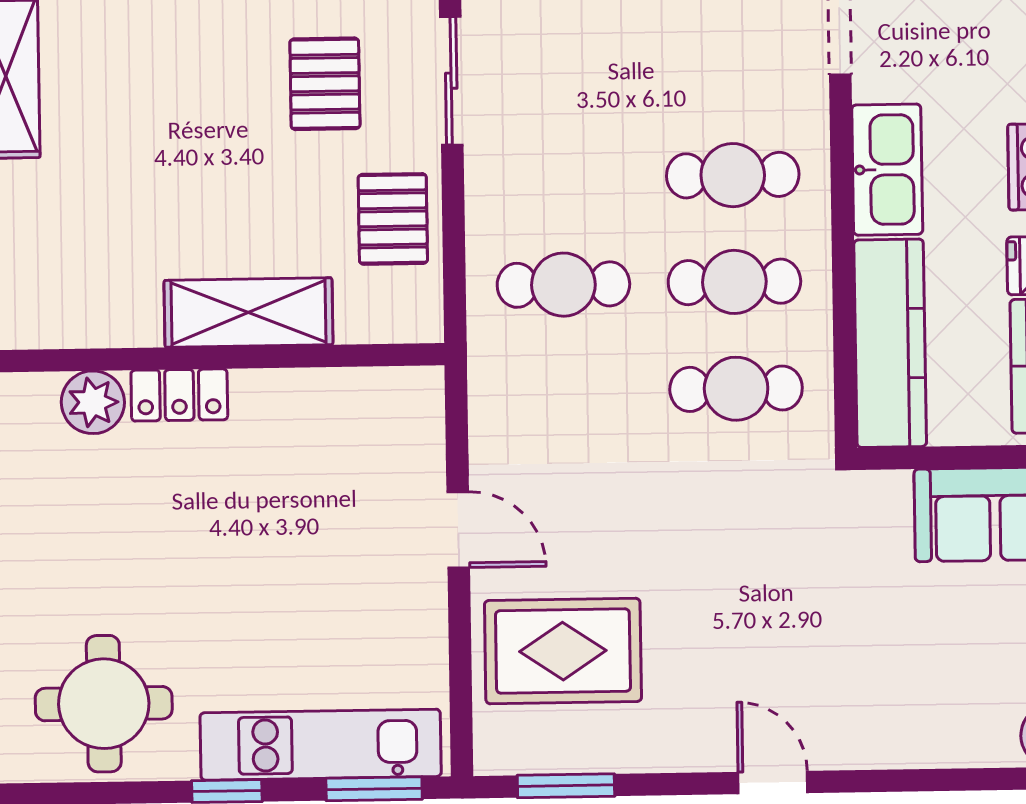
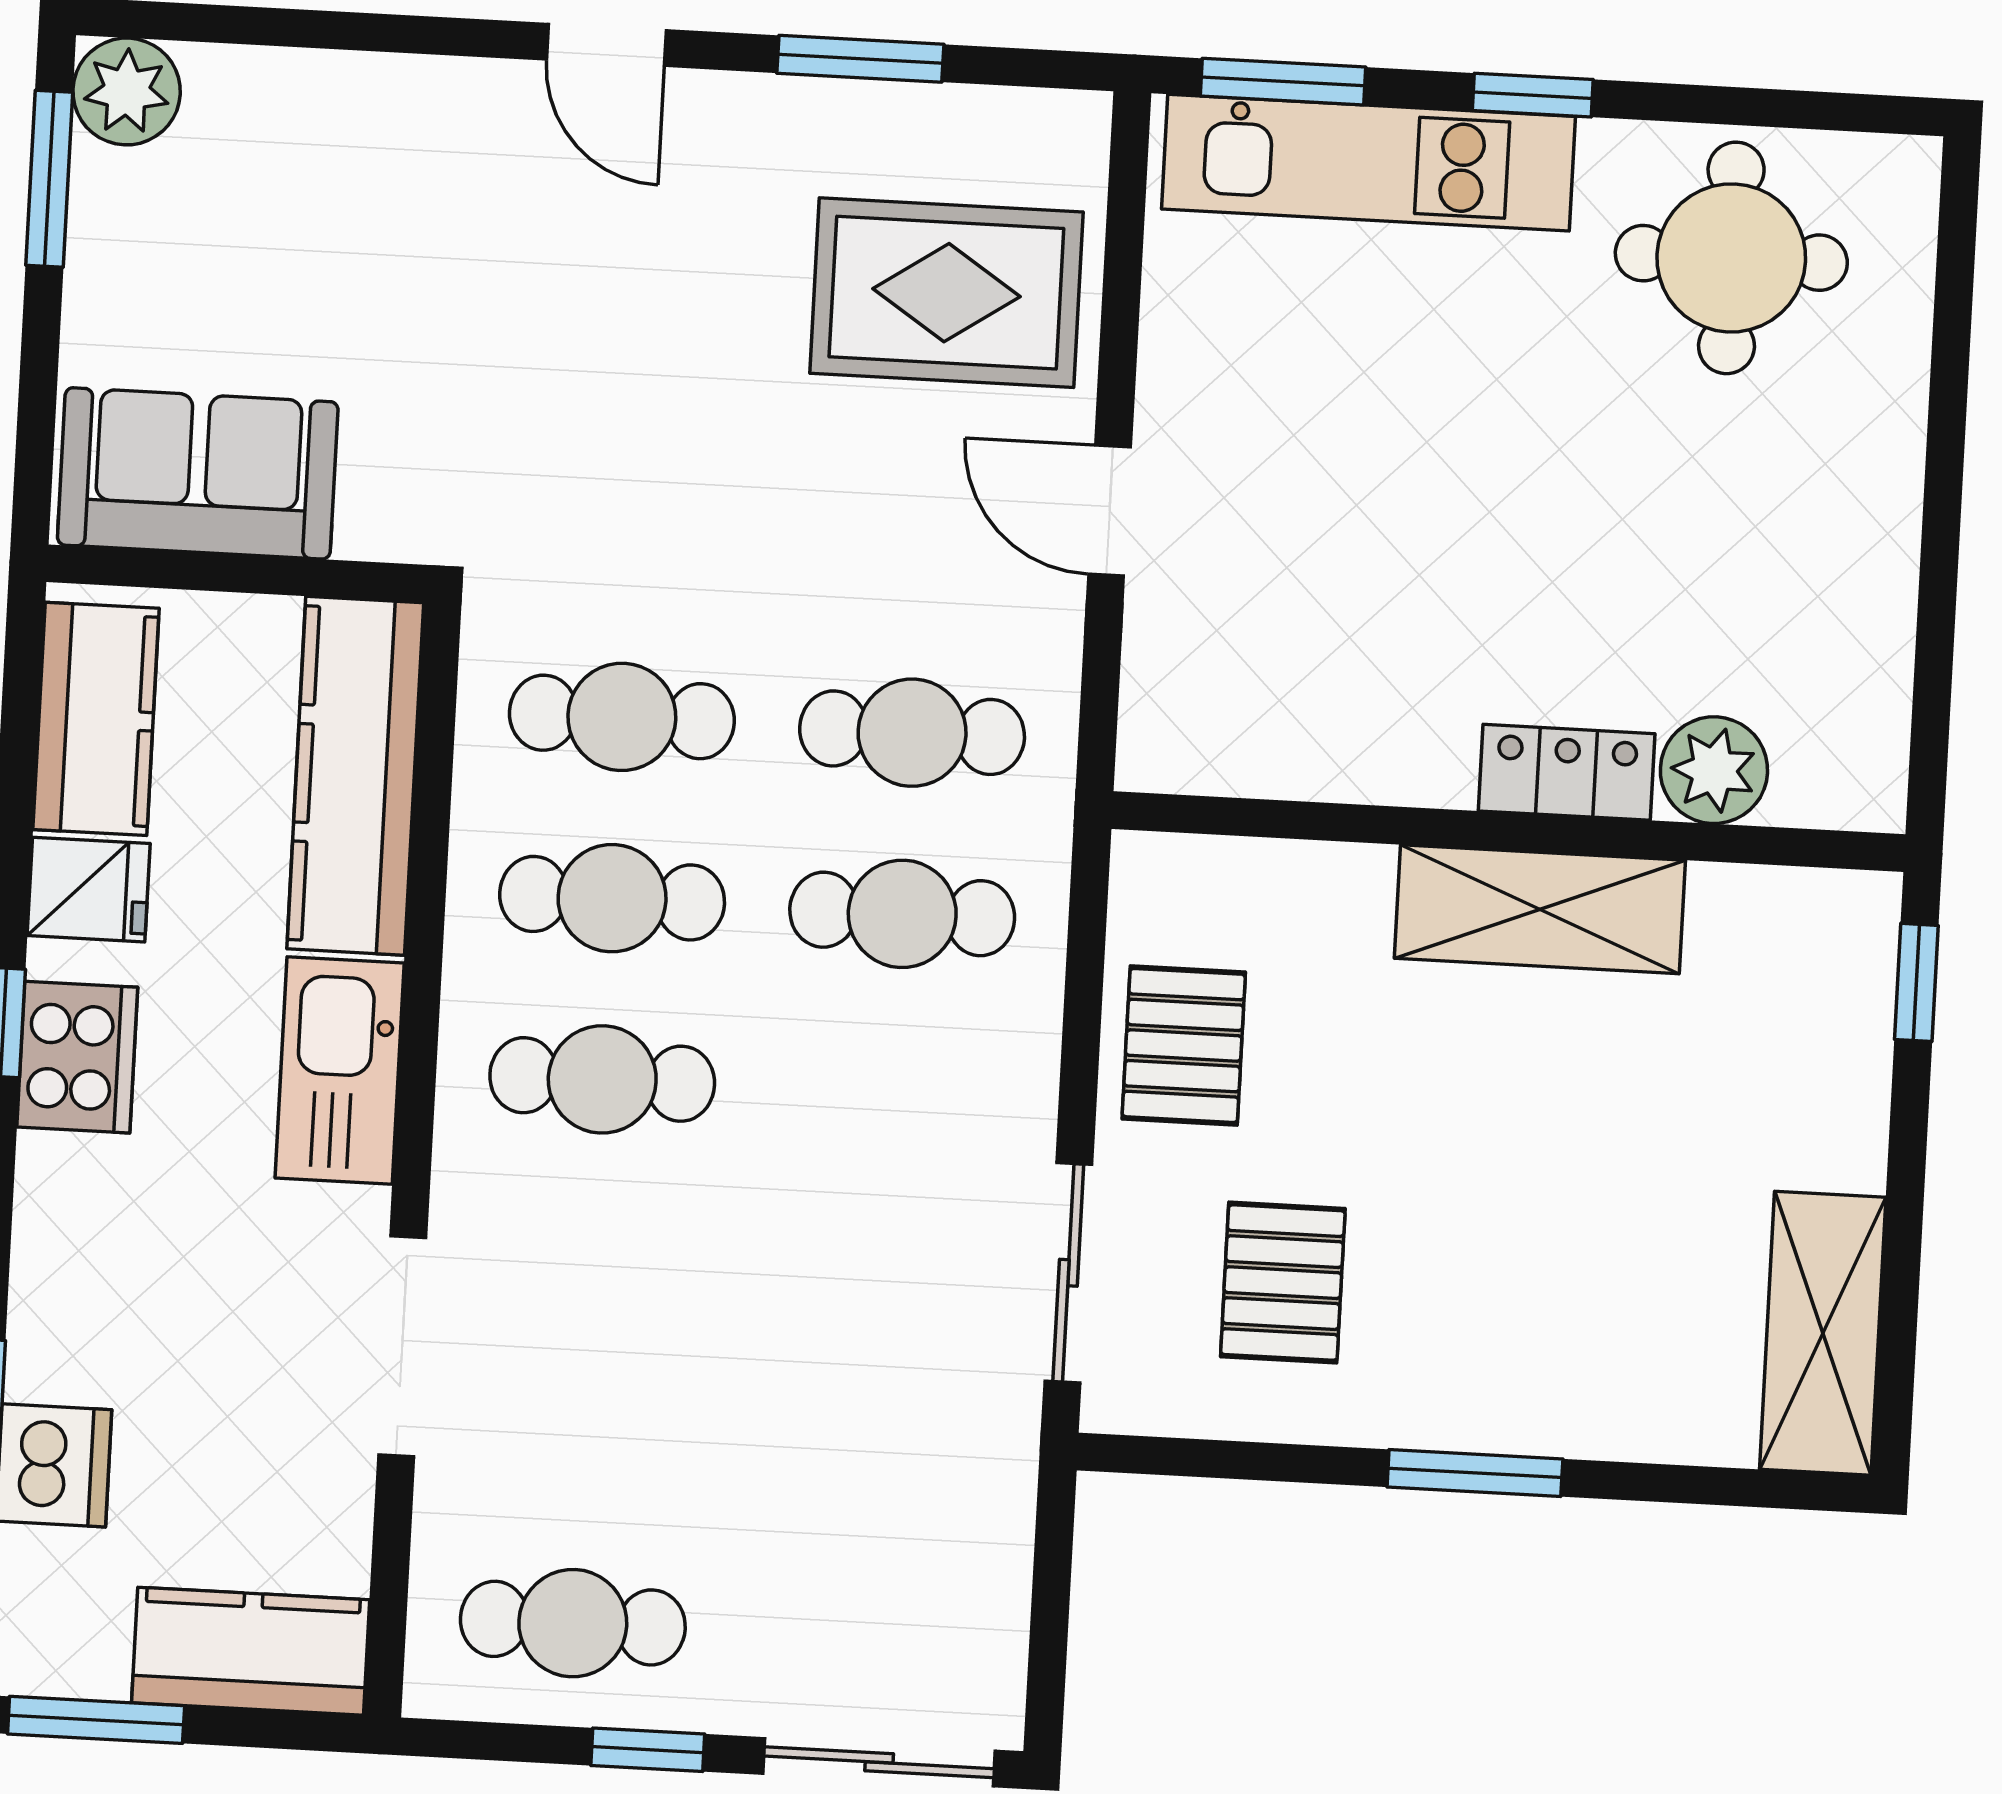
shelving: (248, 313) -> (1540, 909), moved
cafe table: (565, 391) -> (912, 733), added
window: (566, 786) -> (860, 59), moved

